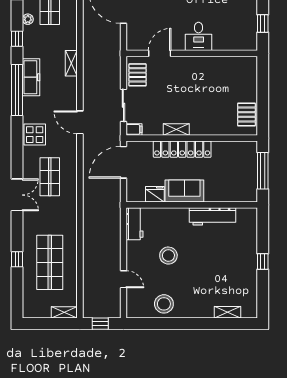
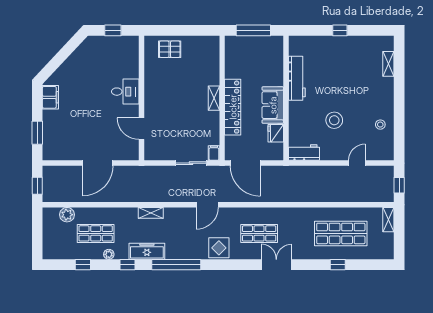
pallet: (138, 75) -> (162, 150), removed
freezer: (31, 77) -> (147, 251), moved
pallet: (246, 114) -> (170, 49), moved
shelving: (176, 129) -> (214, 98), moved
stool: (164, 304) -> (380, 125), width x0.53, depth x0.53

